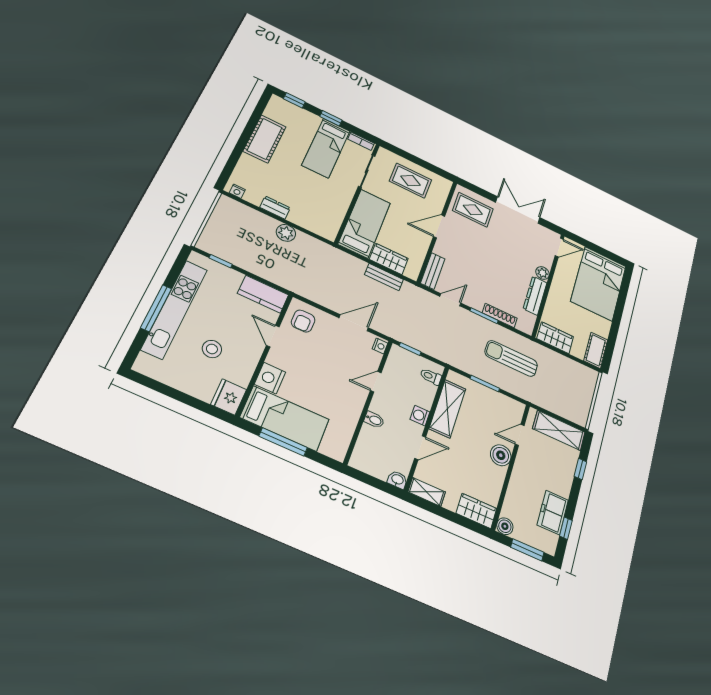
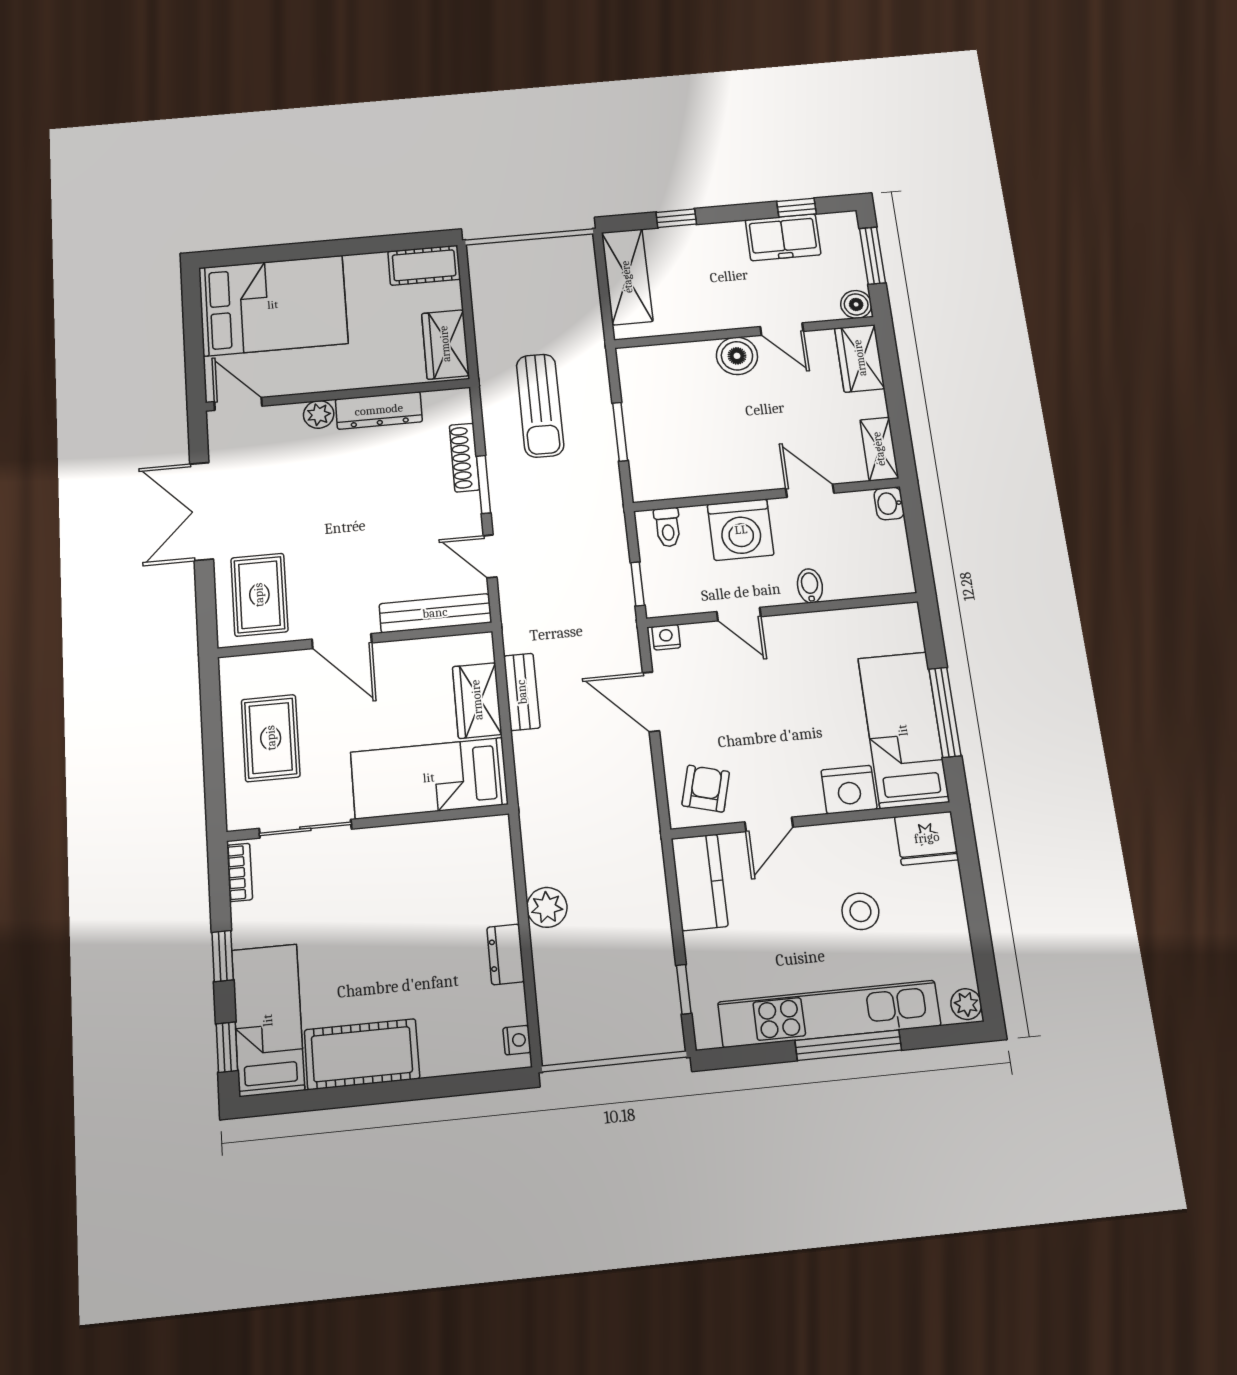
bed: (326, 148) -> (268, 1020), moved, turned -90
bench: (433, 271) -> (435, 613), width x1.36
armchair: (303, 321) -> (706, 789), turned -75
plant: (143, 367) -> (966, 1004), added
shelving: (448, 409) -> (710, 475), removed
washing machine: (420, 416) -> (741, 530), width x1.89, depth x1.89
door: (520, 435) -> (782, 329), moved

